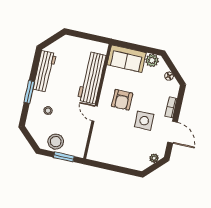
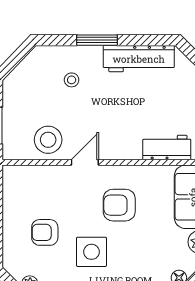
workbench: (92, 78) -> (167, 148), width x0.53, depth x0.76
stool: (56, 142) -> (48, 140), moved
armchair: (128, 144) -> (45, 232), added

